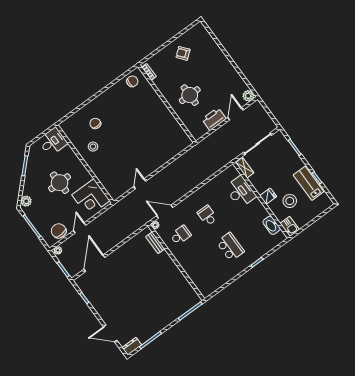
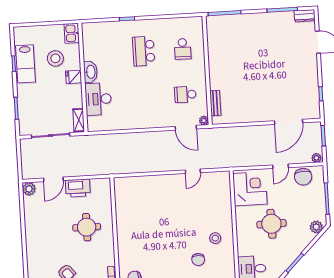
school desk: (207, 216) -> (183, 49), moved
washbasin: (272, 225) -> (90, 72), moved

